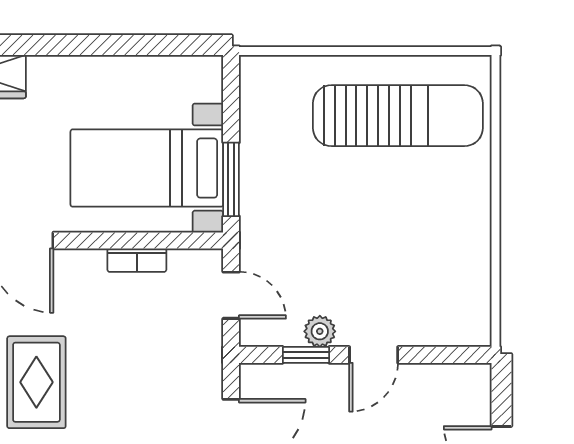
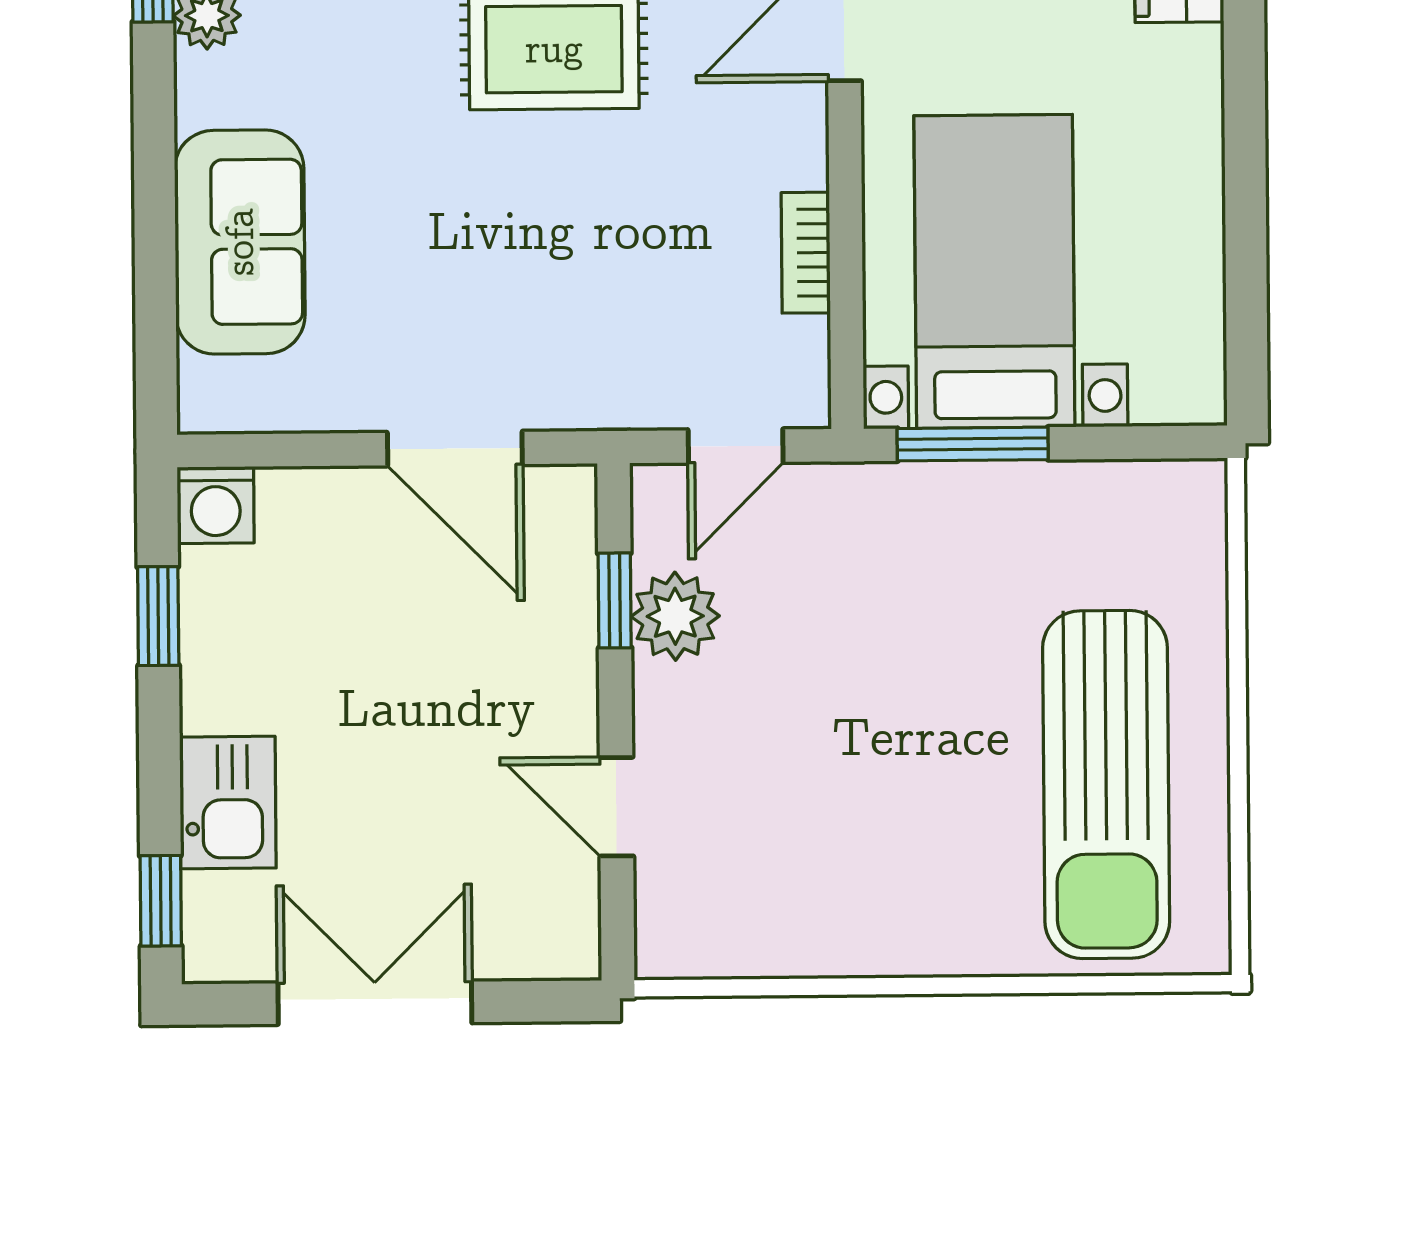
plant: (320, 331) -> (675, 616), width x1.38, depth x1.38
door: (374, 355) -> (616, 807), moved

